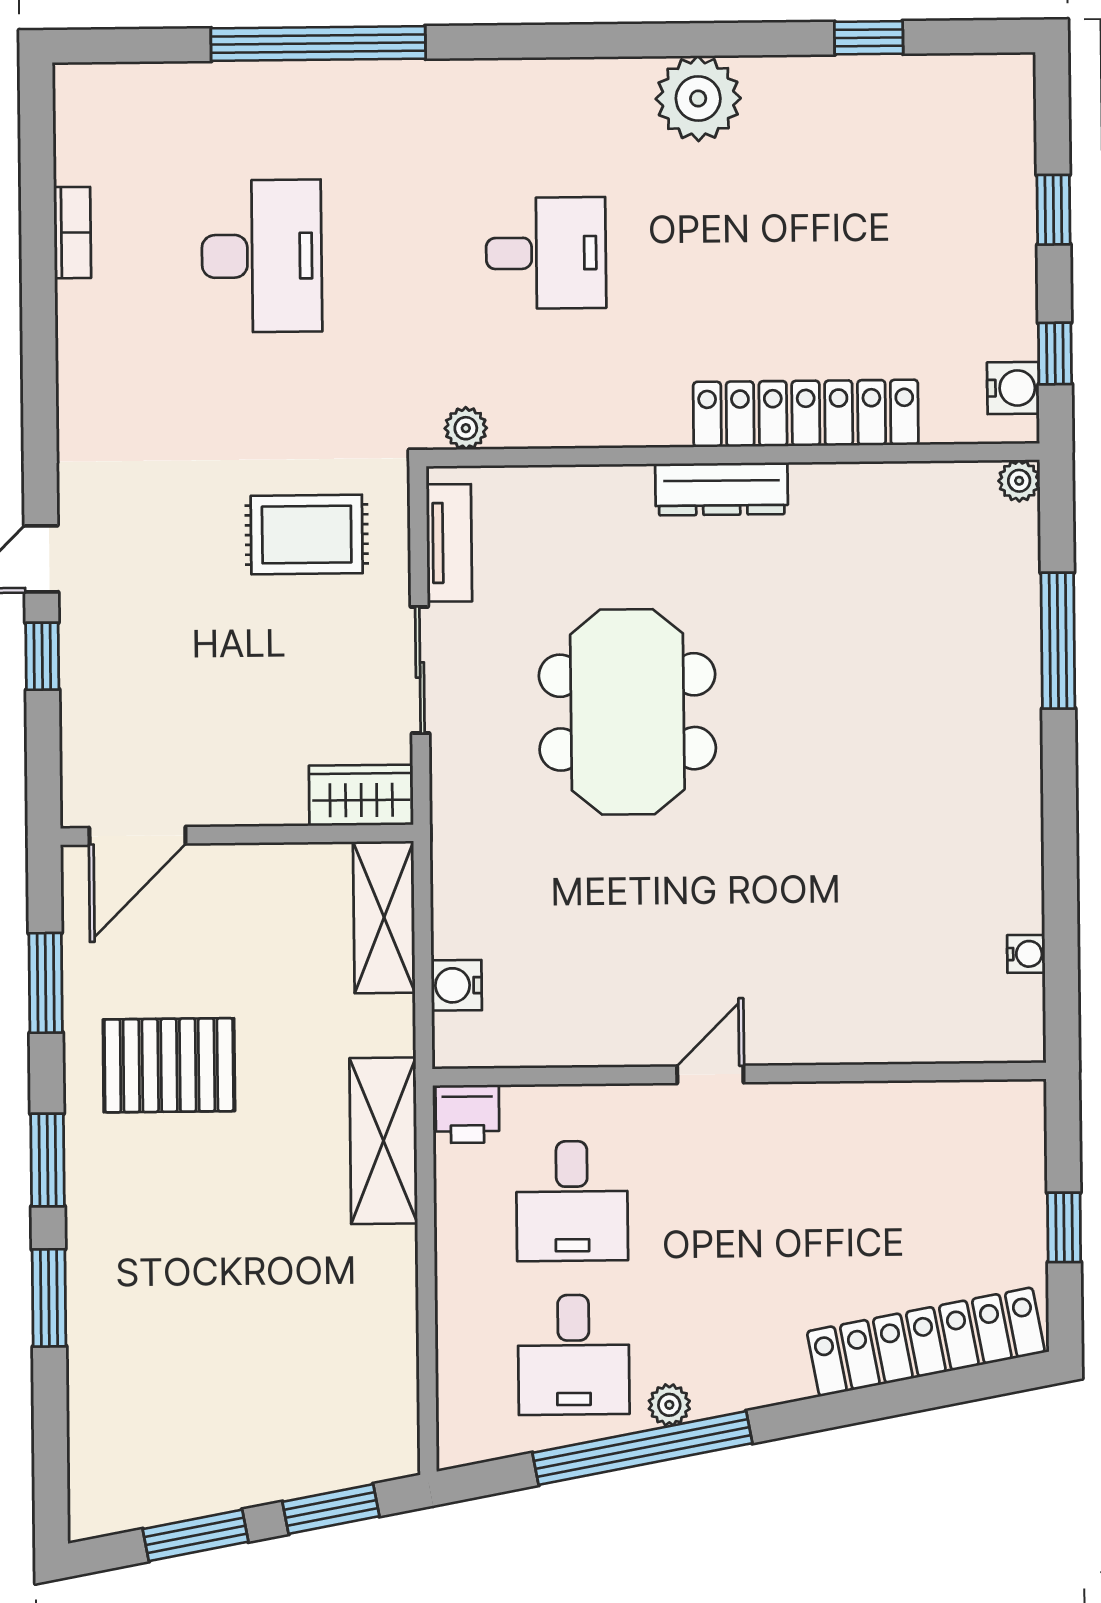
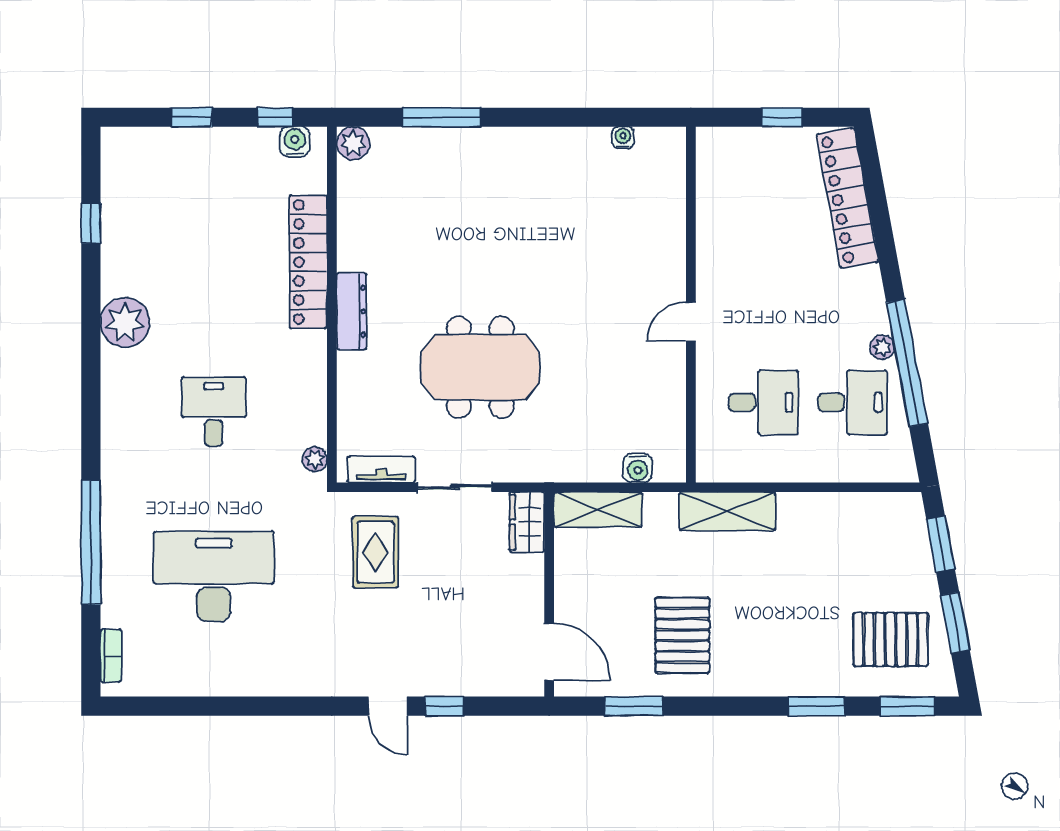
bookcase: (72, 233) -> (111, 656), moved, turned 90
desk: (262, 256) -> (214, 576), width x1.36, depth x1.30
plant: (1019, 481) -> (353, 143), width x1.38, depth x1.38
door: (710, 1074) -> (691, 321), hinge flipped
printer: (467, 1114) -> (712, 462), removed
window: (48, 1160) -> (908, 706), moved
pallet: (165, 1425) -> (891, 639), added

